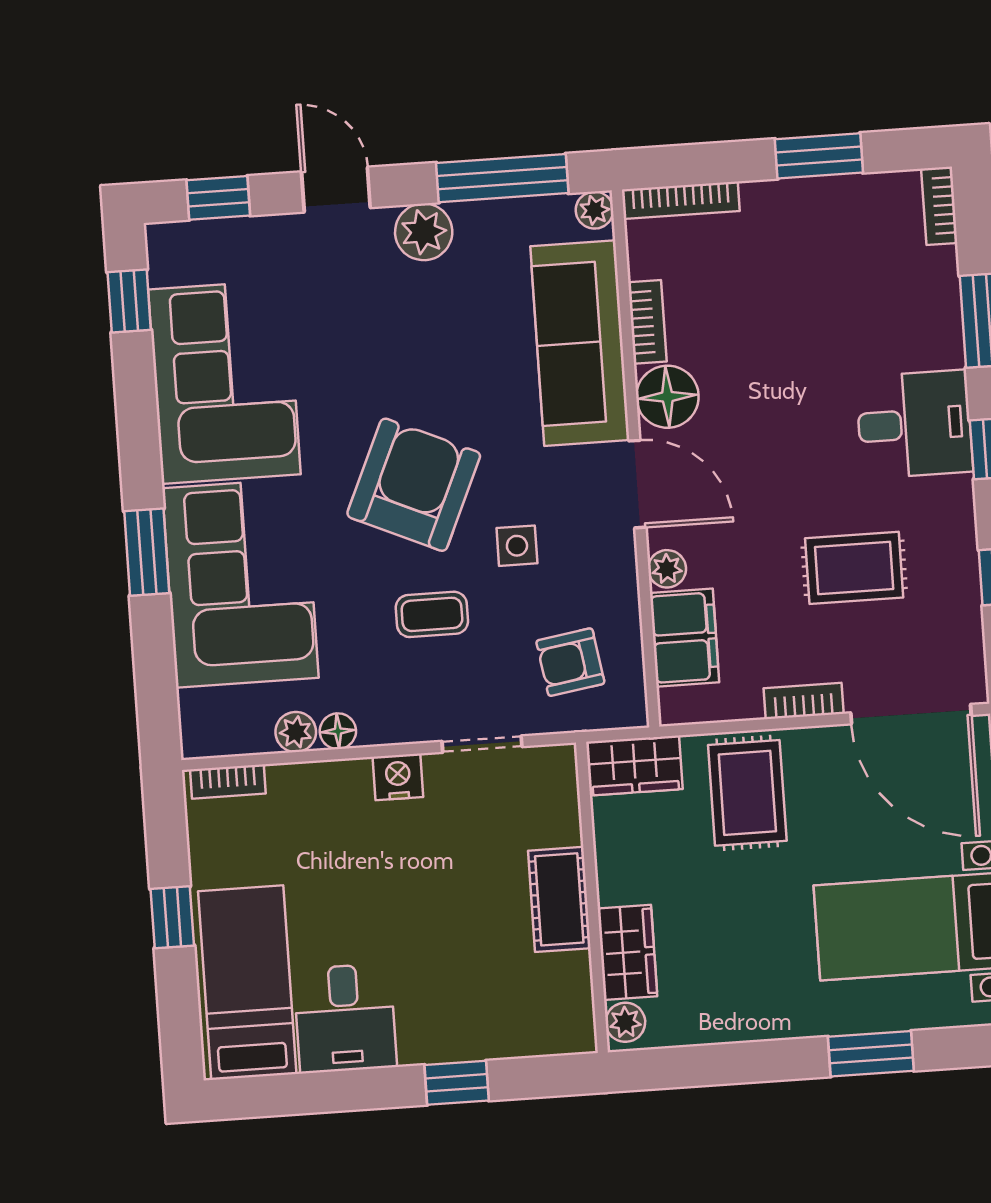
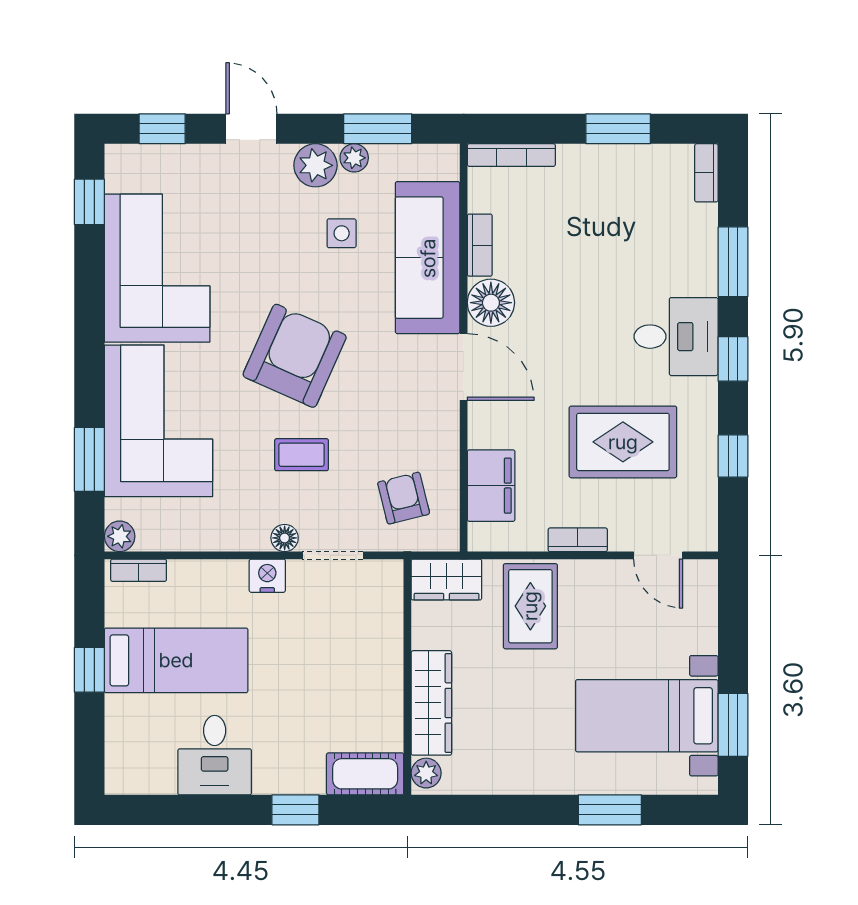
window: (502, 178) -> (378, 129), width x0.69
plant: (594, 210) -> (354, 158), moved
side table: (517, 546) -> (342, 233), moved
window: (147, 552) -> (89, 459), moved
rug: (854, 568) -> (623, 442), width x1.36, depth x1.43
plant: (667, 569) -> (482, 433), removed
armchair: (570, 662) -> (404, 498), turned 85
door: (911, 714) -> (658, 555), width x0.53
floor lamp: (338, 731) -> (285, 538), moved
plant: (296, 732) -> (120, 536), moved
cot: (559, 899) -> (365, 774), moved, turned 90
wardrobe: (627, 952) -> (431, 703), width x1.50
bed: (247, 983) -> (176, 660), moved, turned 90

